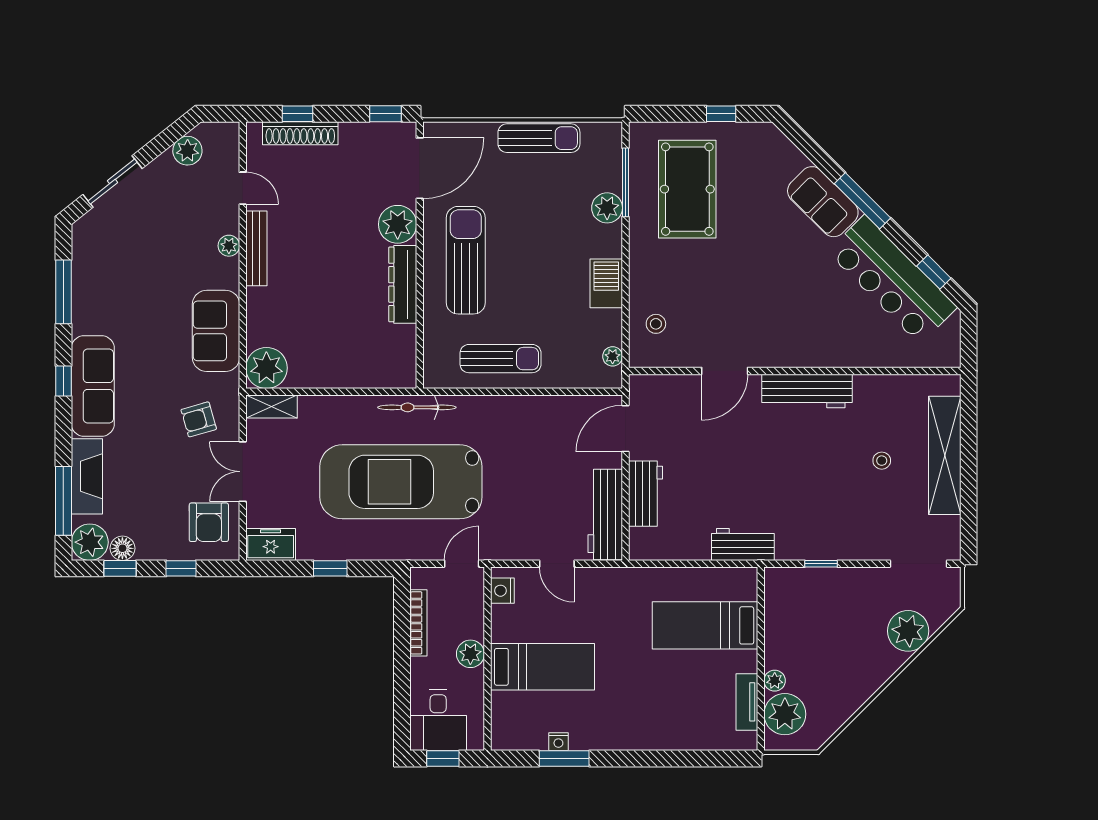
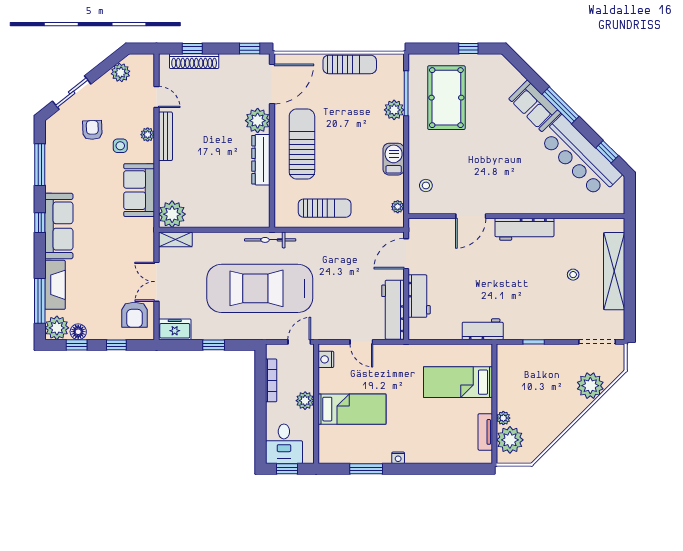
side table: (187, 263) -> (120, 146), added
armchair: (199, 419) -> (92, 130), moved, turned 104
nightstand: (558, 742) -> (398, 458), moved

